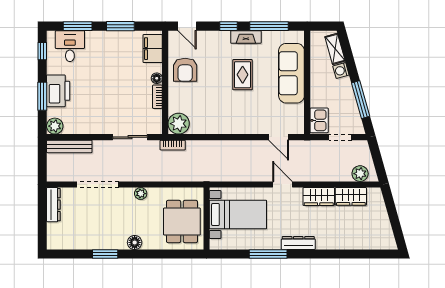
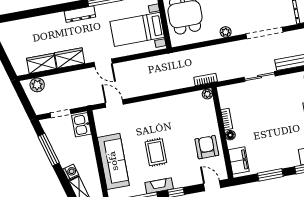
plant: (179, 124) -> (207, 94), width x0.53, depth x0.53
sliding door: (130, 137) -> (260, 77), moved

